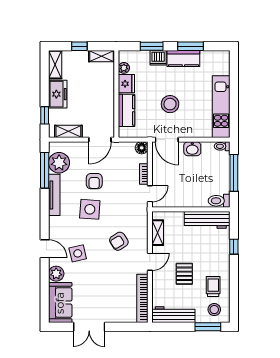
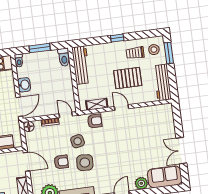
window: (234, 173) -> (40, 48), width x0.69
armchair: (119, 241) -> (95, 121), moved, turned -57
window: (234, 247) -> (117, 38), moved
side table: (78, 253) -> (78, 141), moved
pallet: (184, 274) -> (128, 78), width x1.50, depth x1.42
bookcase: (142, 298) -> (152, 110), removed
double door: (89, 327) -> (181, 151), swing flipped

